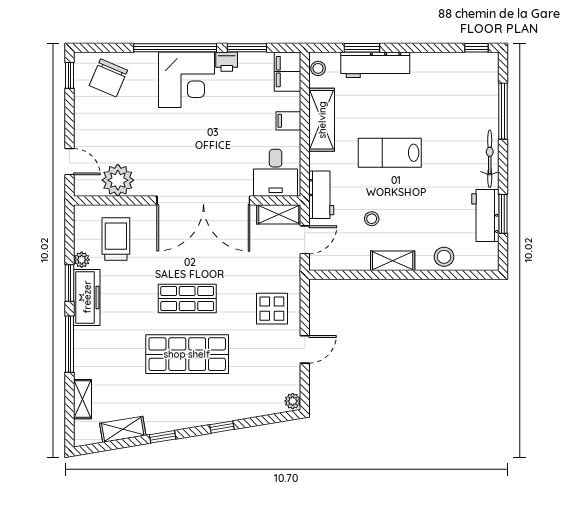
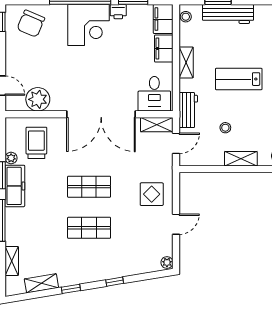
shelving: (322, 120) -> (186, 62), width x0.67, depth x0.75
filing cabinet: (288, 121) -> (164, 49), width x2.00
shop shelf: (187, 354) -> (89, 228), width x0.70, depth x0.74

